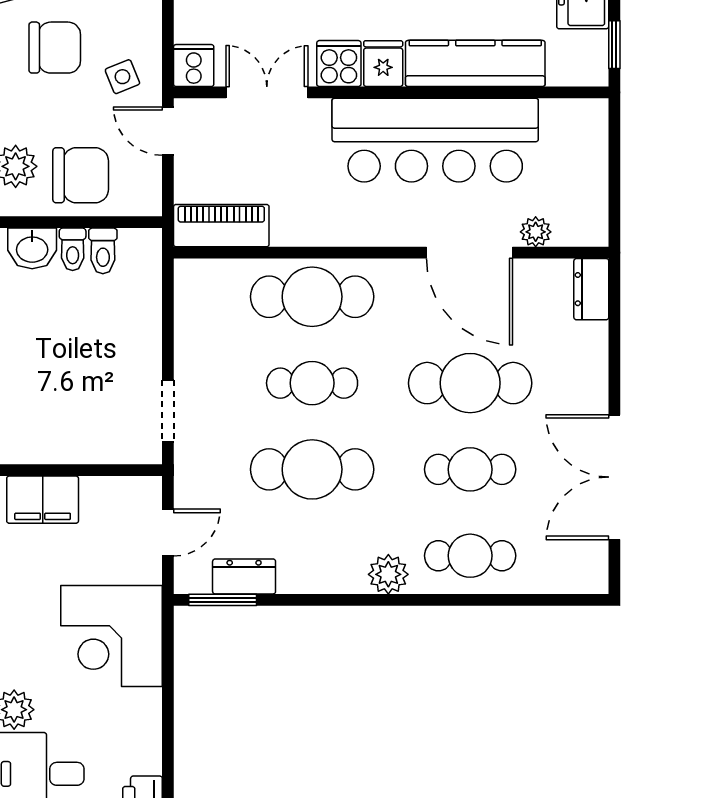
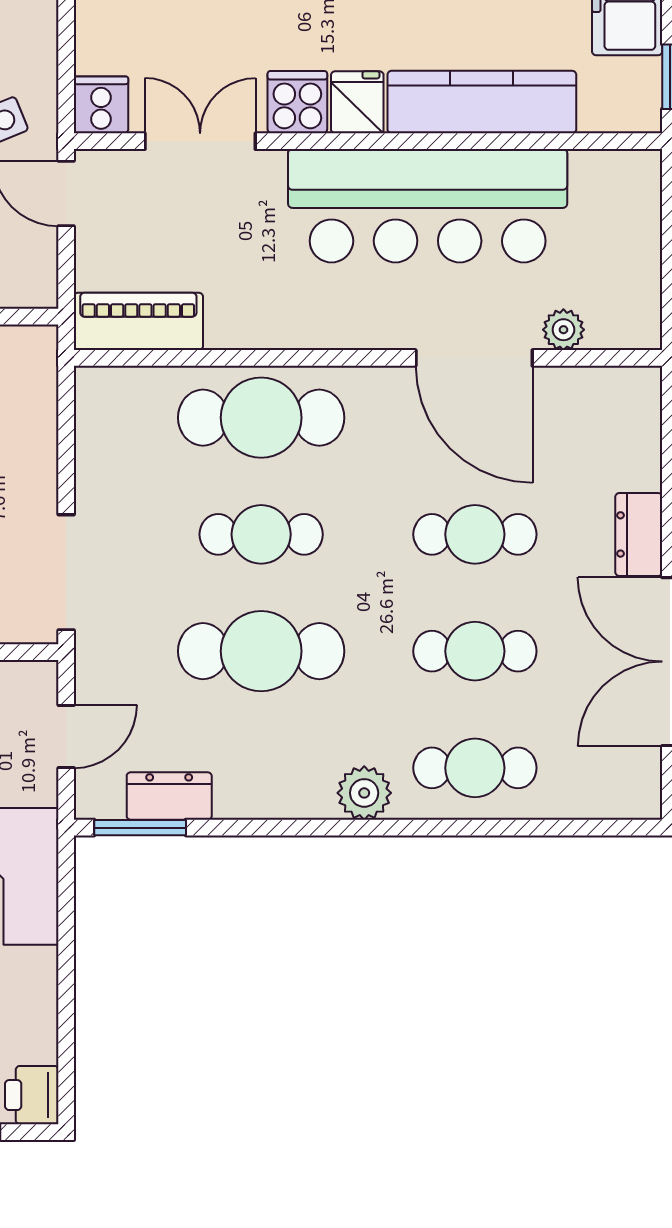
dresser: (591, 289) -> (639, 534), moved
cafe table: (470, 383) -> (475, 534), width x0.73, depth x0.74
doorway: (168, 411) -> (66, 572), width x1.38

